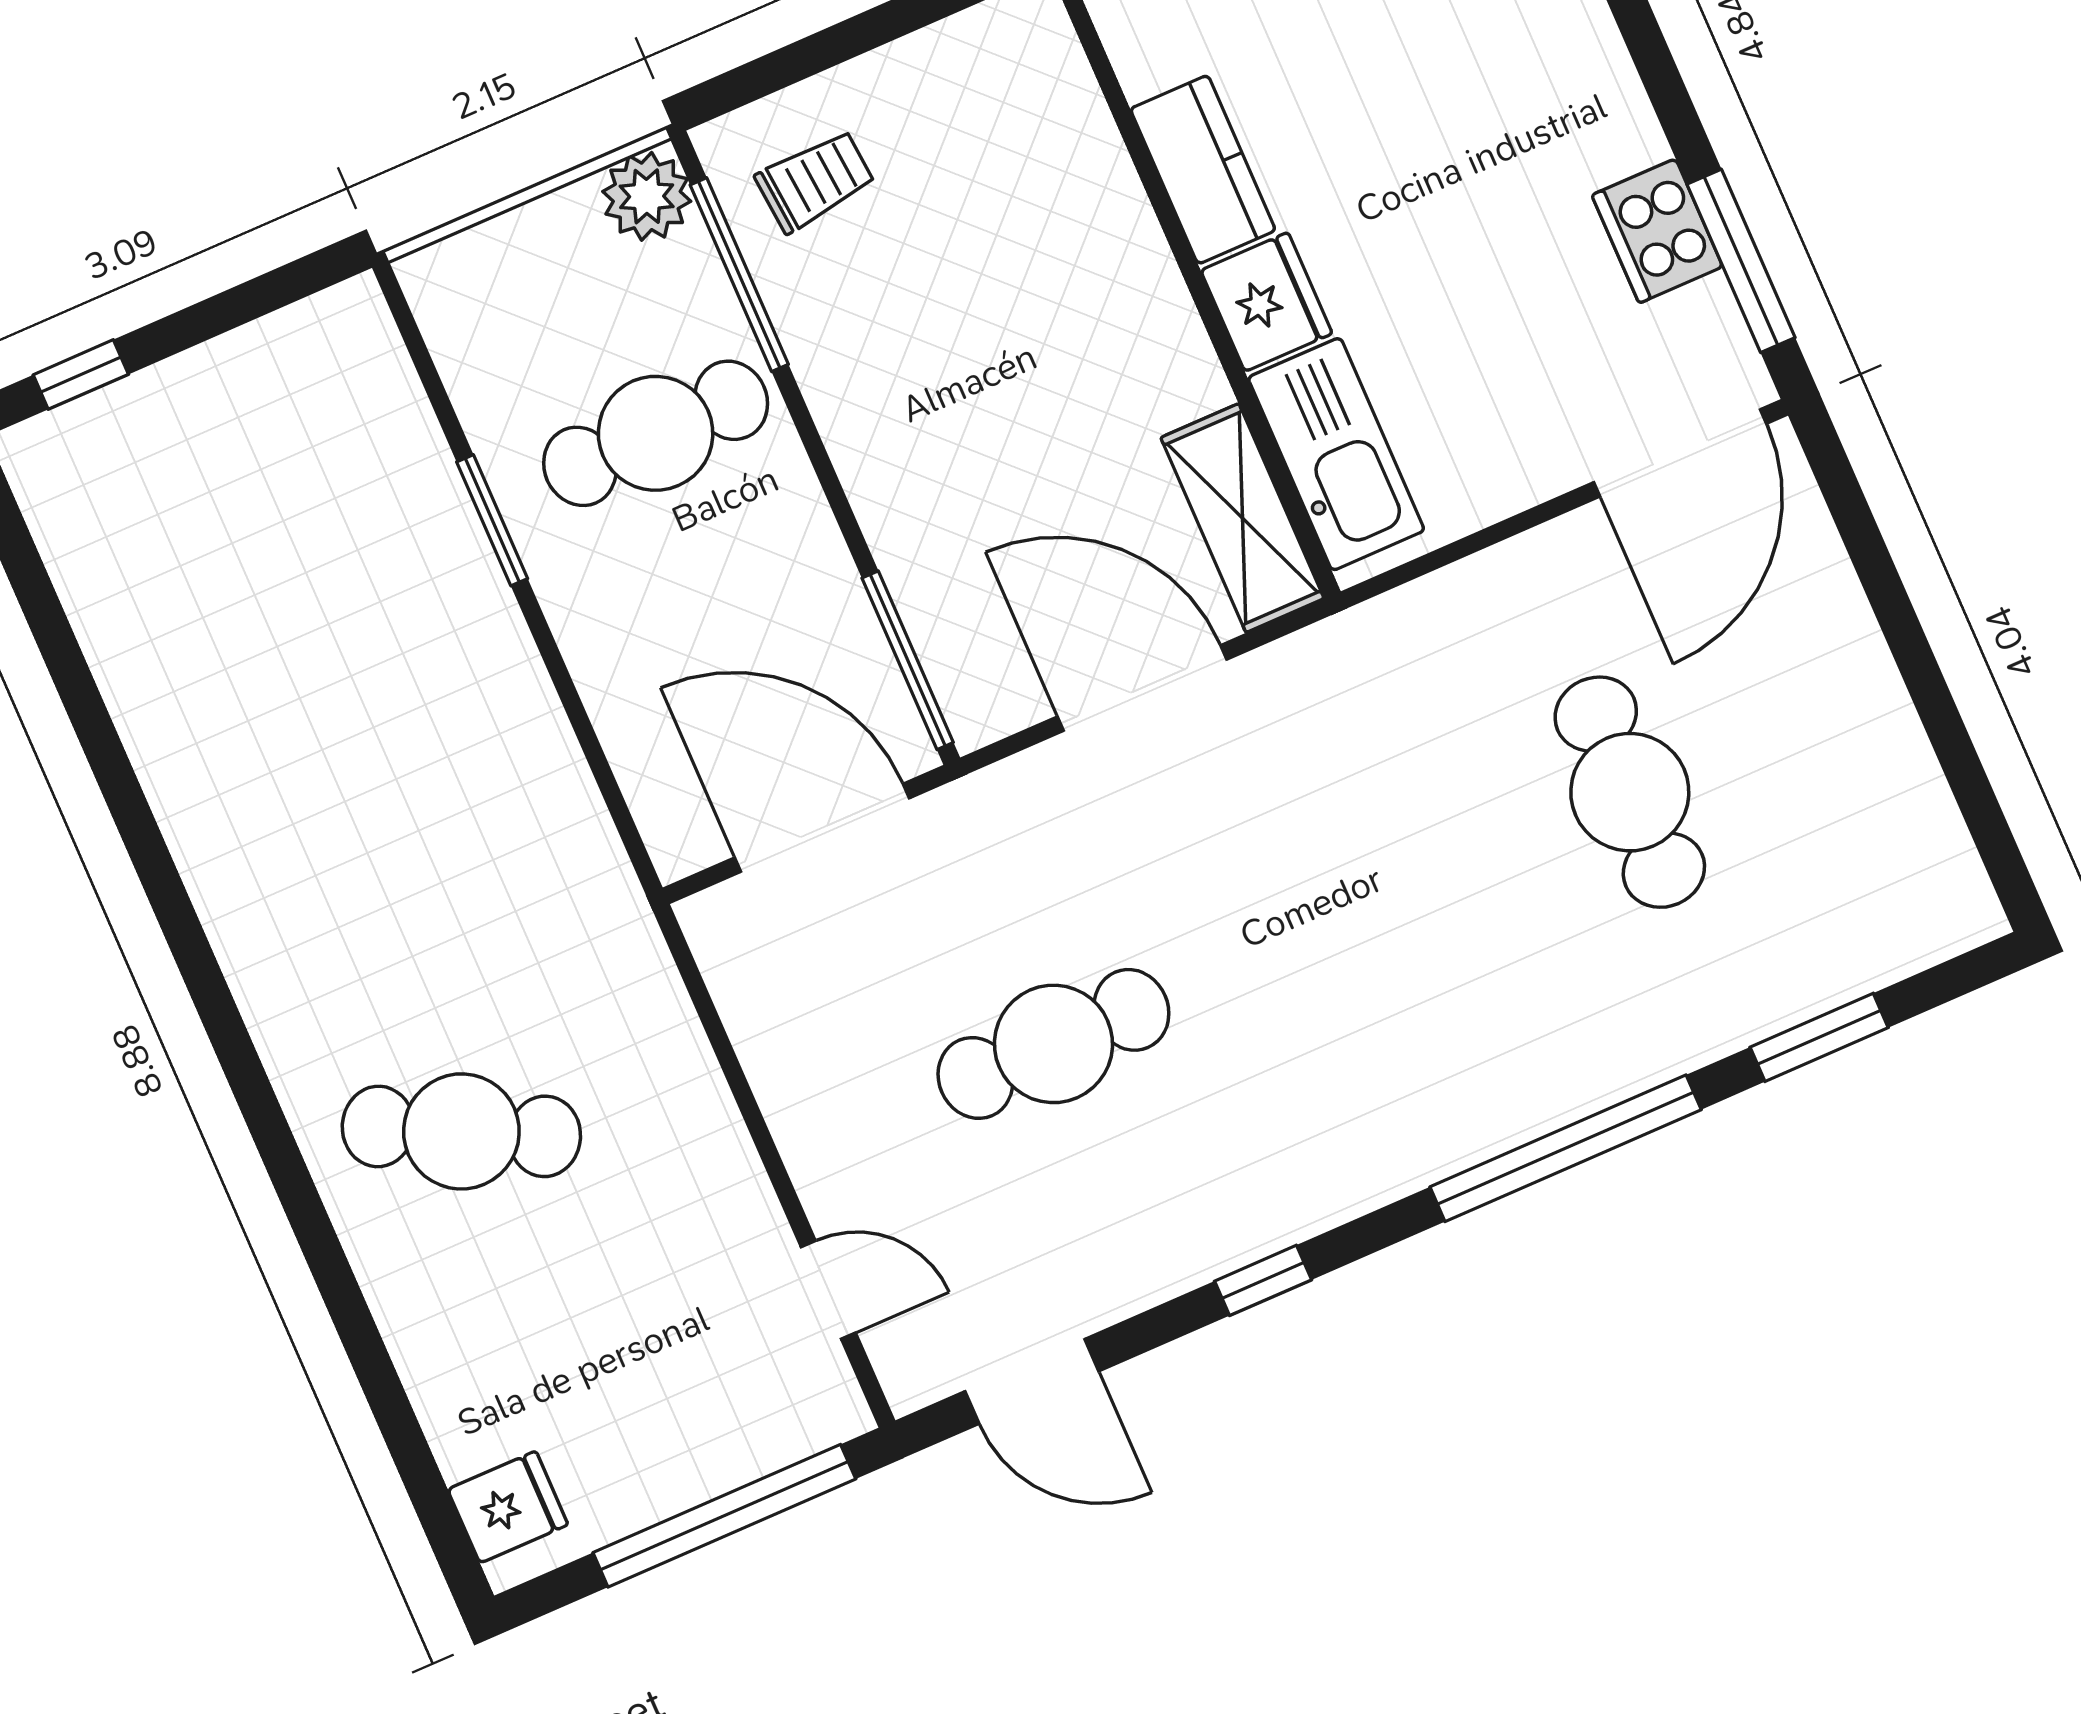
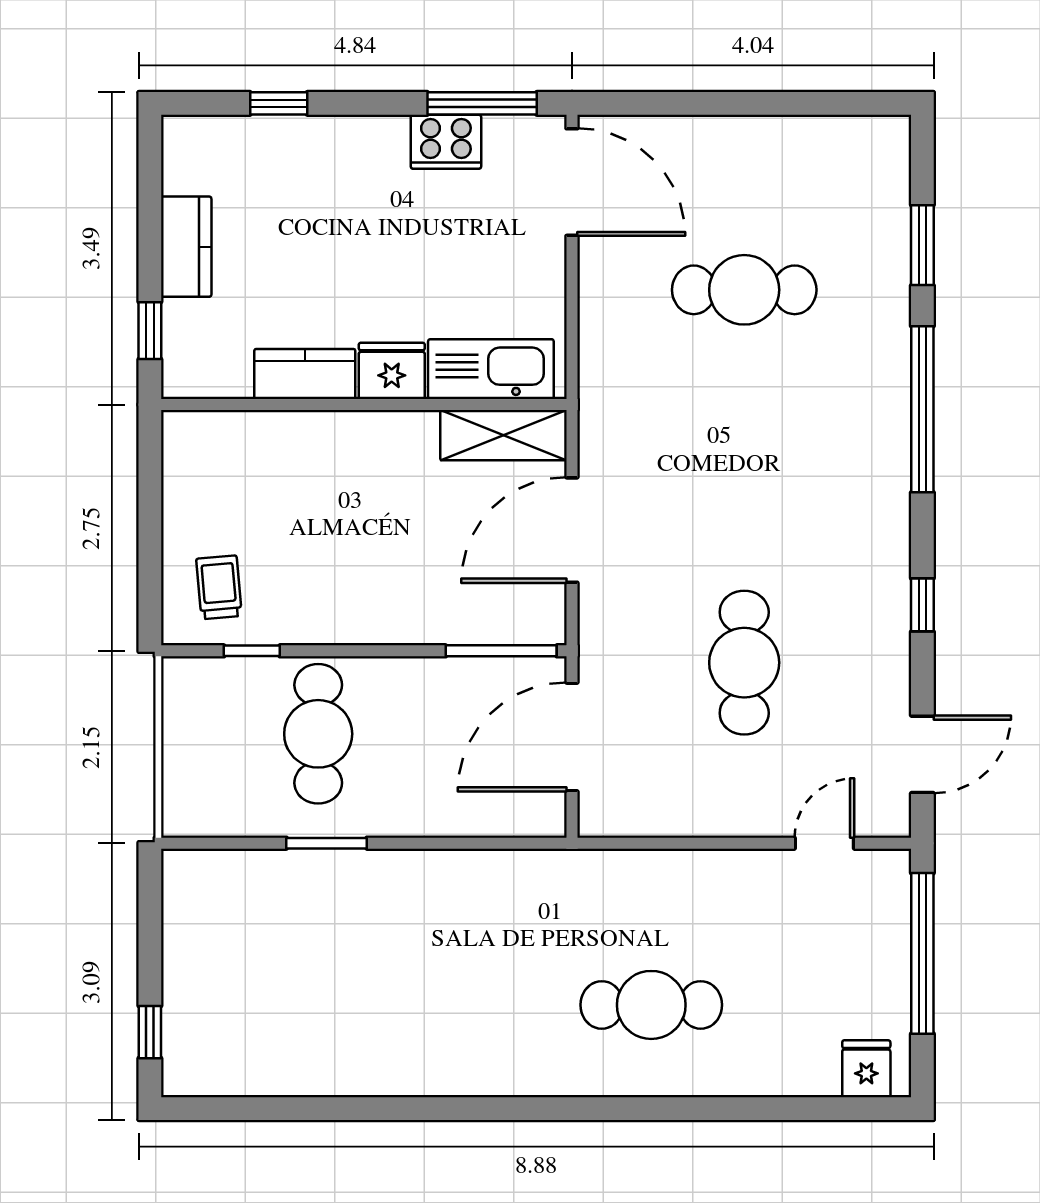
plant: (647, 196) -> (187, 682), removed
window: (739, 275) -> (252, 651), width x0.46
cafe table: (461, 1131) -> (651, 1005), turned 63

